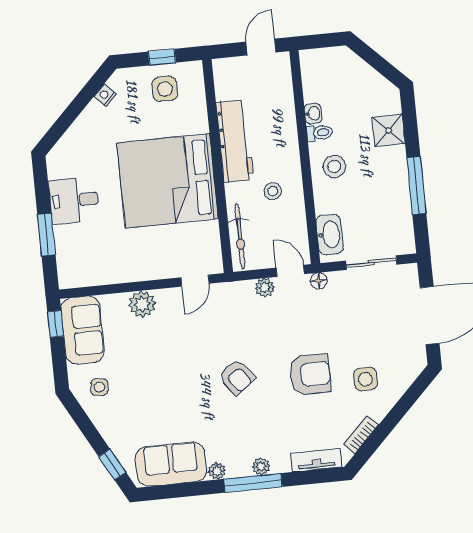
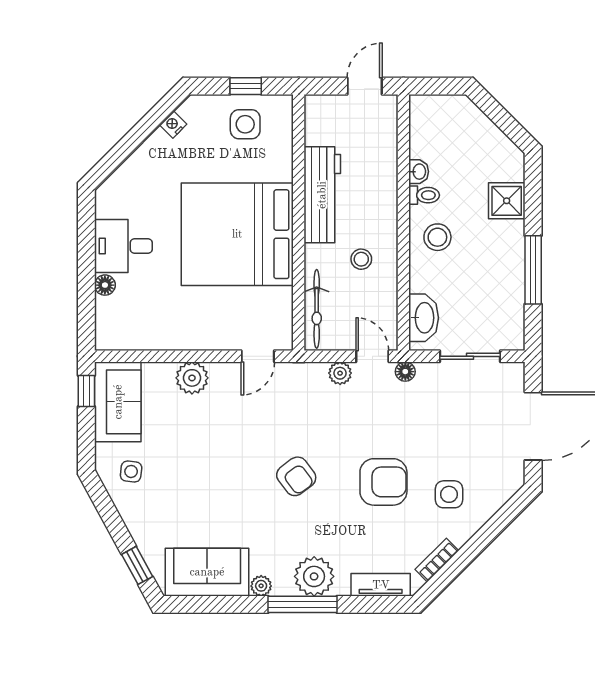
floor lamp: (62, 234) -> (105, 285), added
window: (46, 235) -> (86, 284), removed
plant: (261, 466) -> (314, 576), width x1.87, depth x1.87

